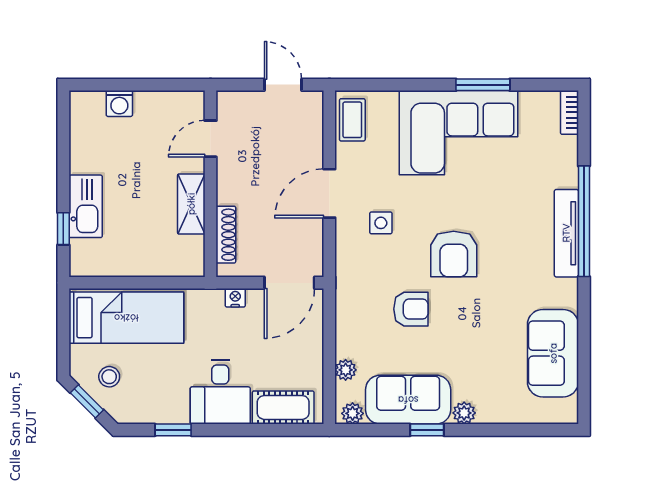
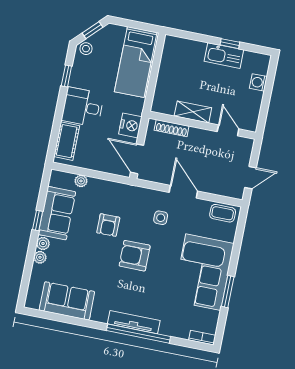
kitchen sink: (86, 206) -> (224, 56), moved
window: (63, 229) -> (230, 44), moved
nightstand: (235, 298) -> (130, 125), width x1.89, depth x1.79
stool: (109, 377) -> (86, 49), moved
plant: (353, 413) -> (40, 257), moved

